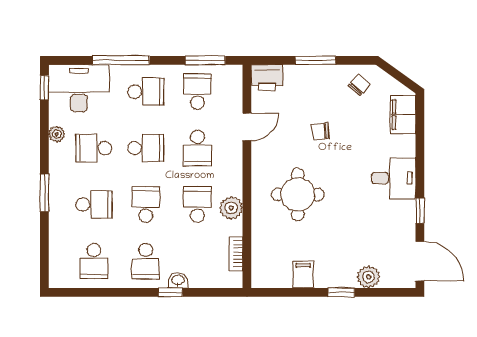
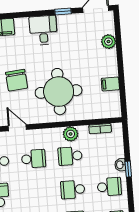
chair: (320, 131) -> (17, 80), width x1.87, depth x1.87
school desk: (146, 148) -> (36, 192), removed
round table: (298, 194) -> (59, 92), width x1.36, depth x1.36
window: (341, 292) -> (120, 58), removed

